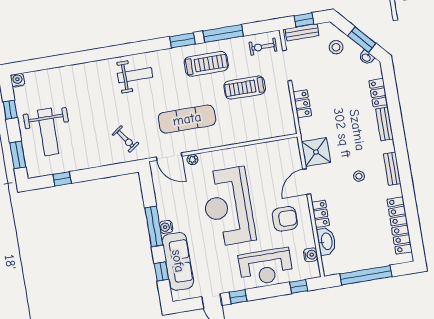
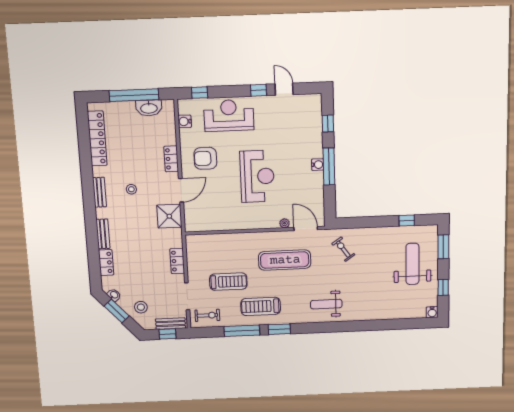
reception desk: (228, 207) -> (257, 176), width x0.74, depth x0.77
washbasin: (326, 241) -> (149, 108), moved, turned -90
sofa: (178, 261) -> (311, 131), removed

